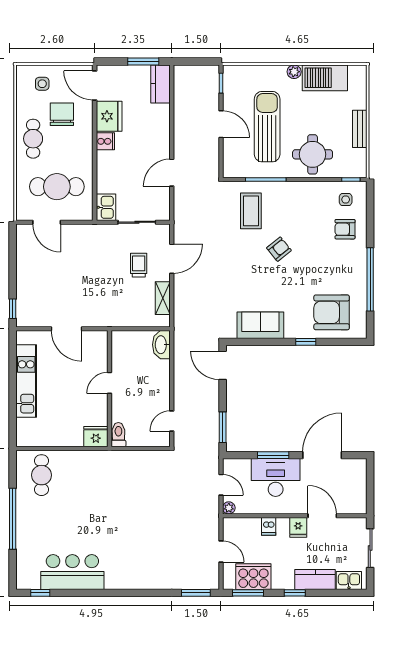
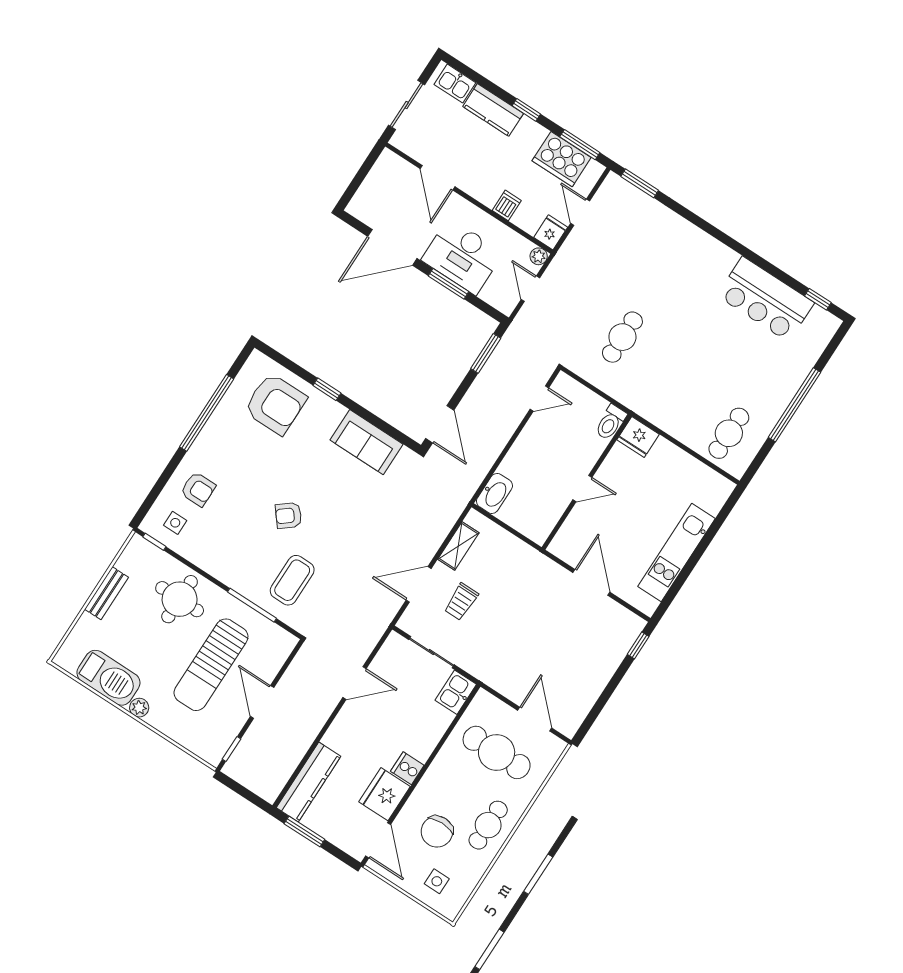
kitchen counter: (160, 84) -> (309, 782), width x1.50
cafe table: (145, 492) -> (622, 337), added
fridge: (298, 527) -> (551, 232), moved

